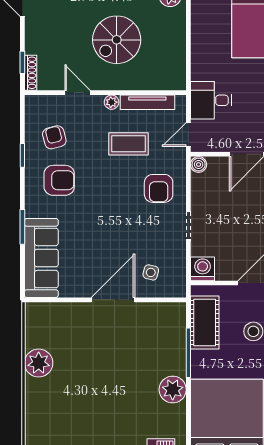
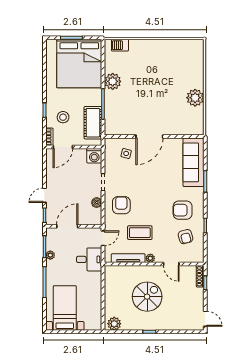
boiler: (199, 164) -> (97, 203), moved

